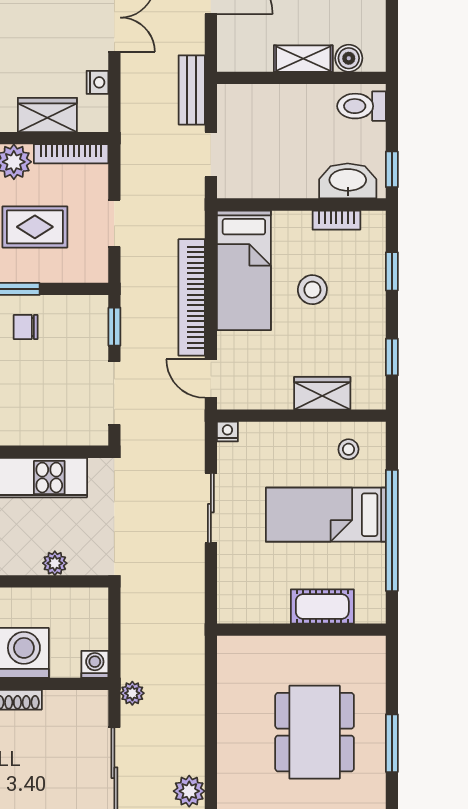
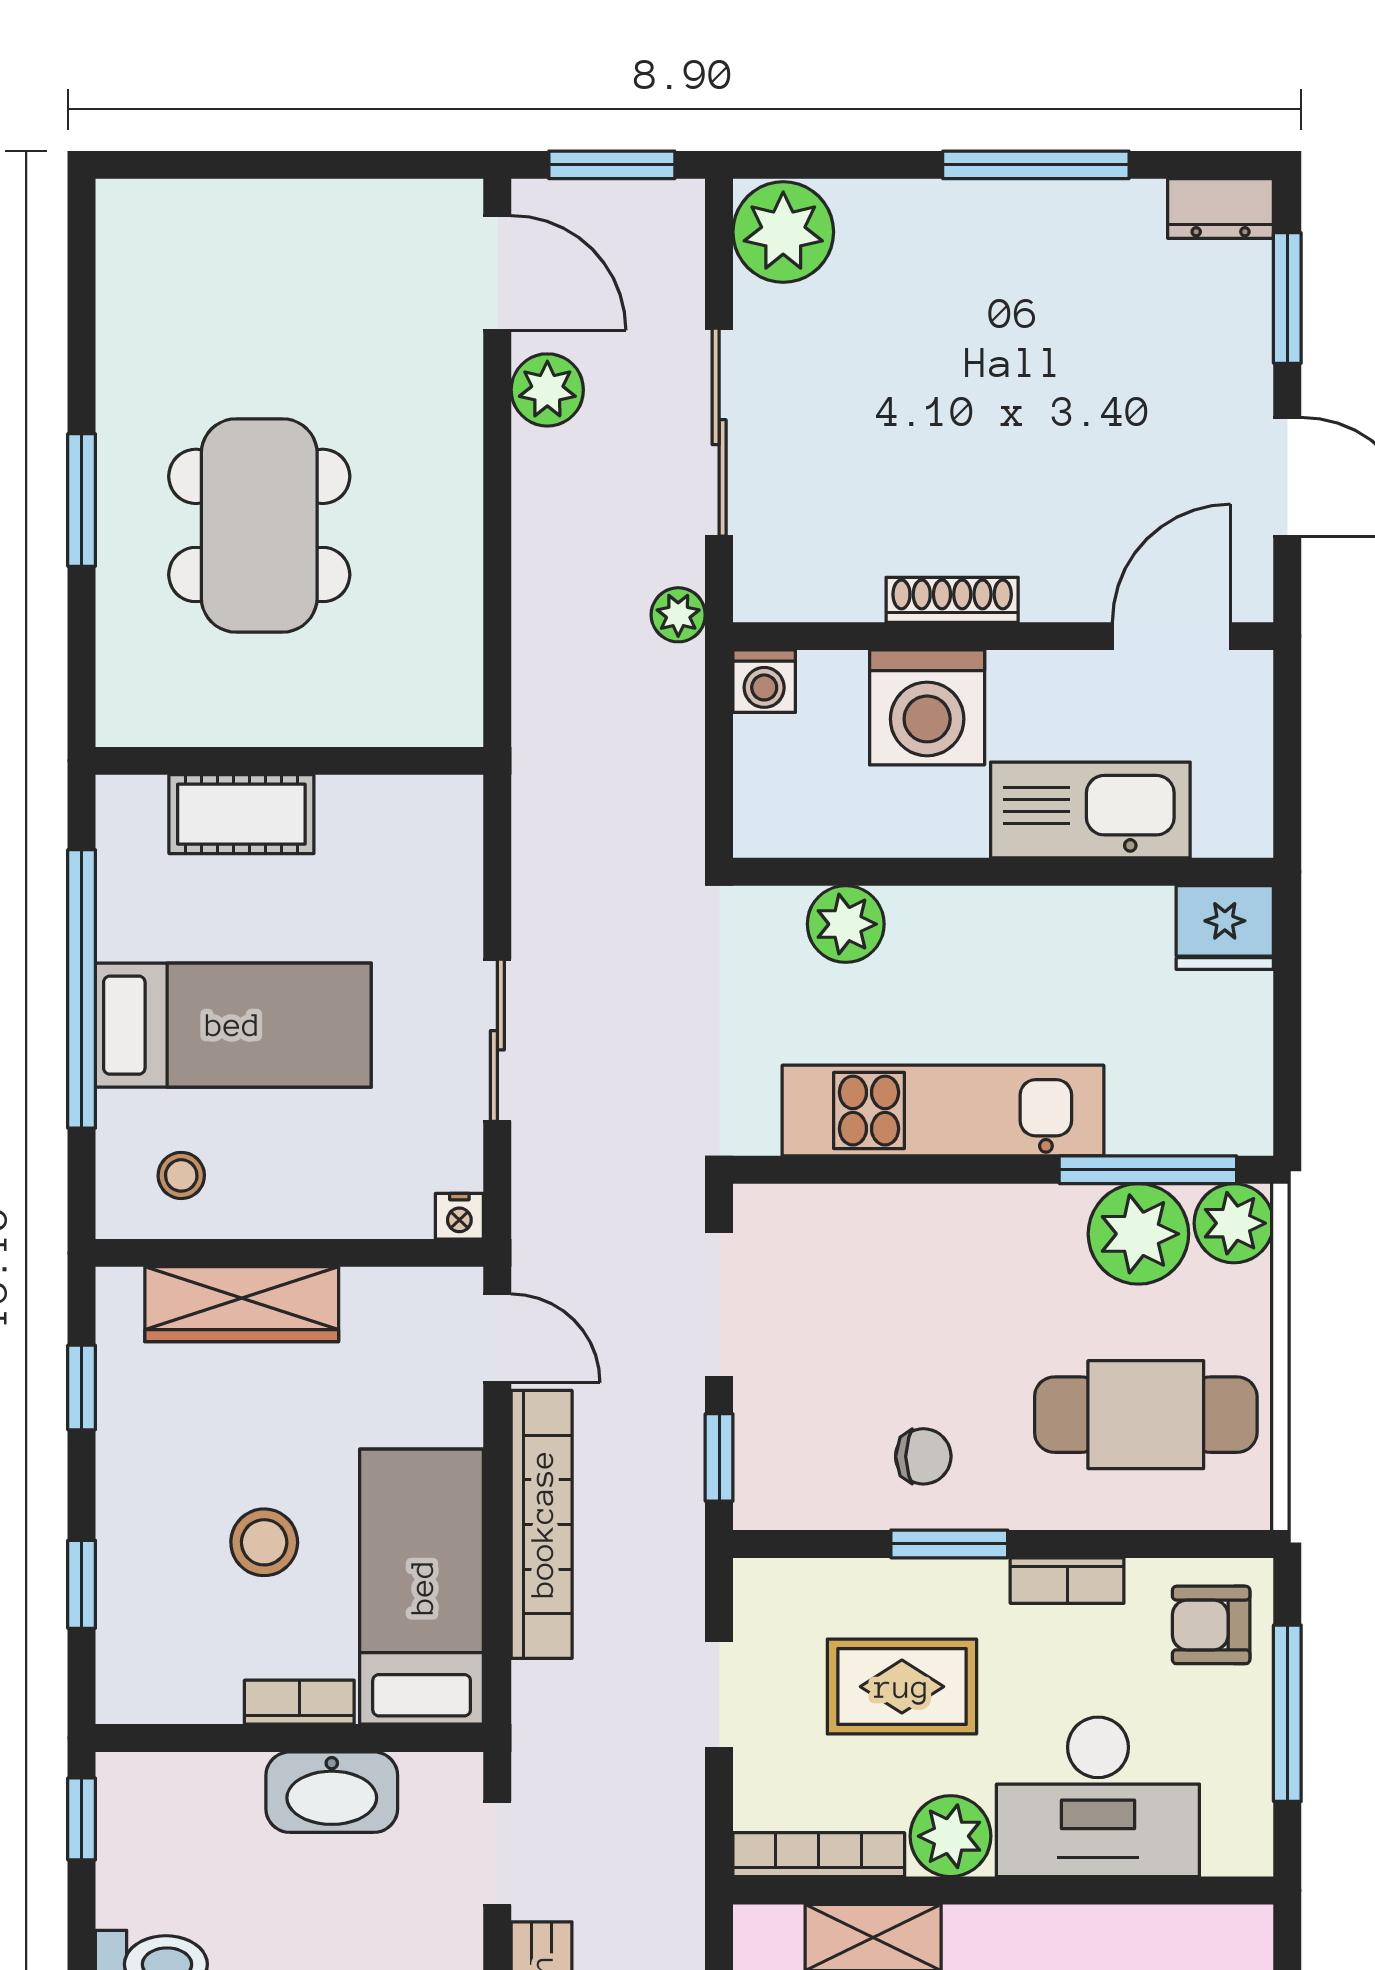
washbasin: (348, 181) -> (332, 1792), moved
bookcase: (336, 220) -> (299, 1702), moved
wardrobe: (322, 393) -> (242, 1304), width x1.50
plant: (55, 563) -> (846, 924), width x1.38, depth x1.38

